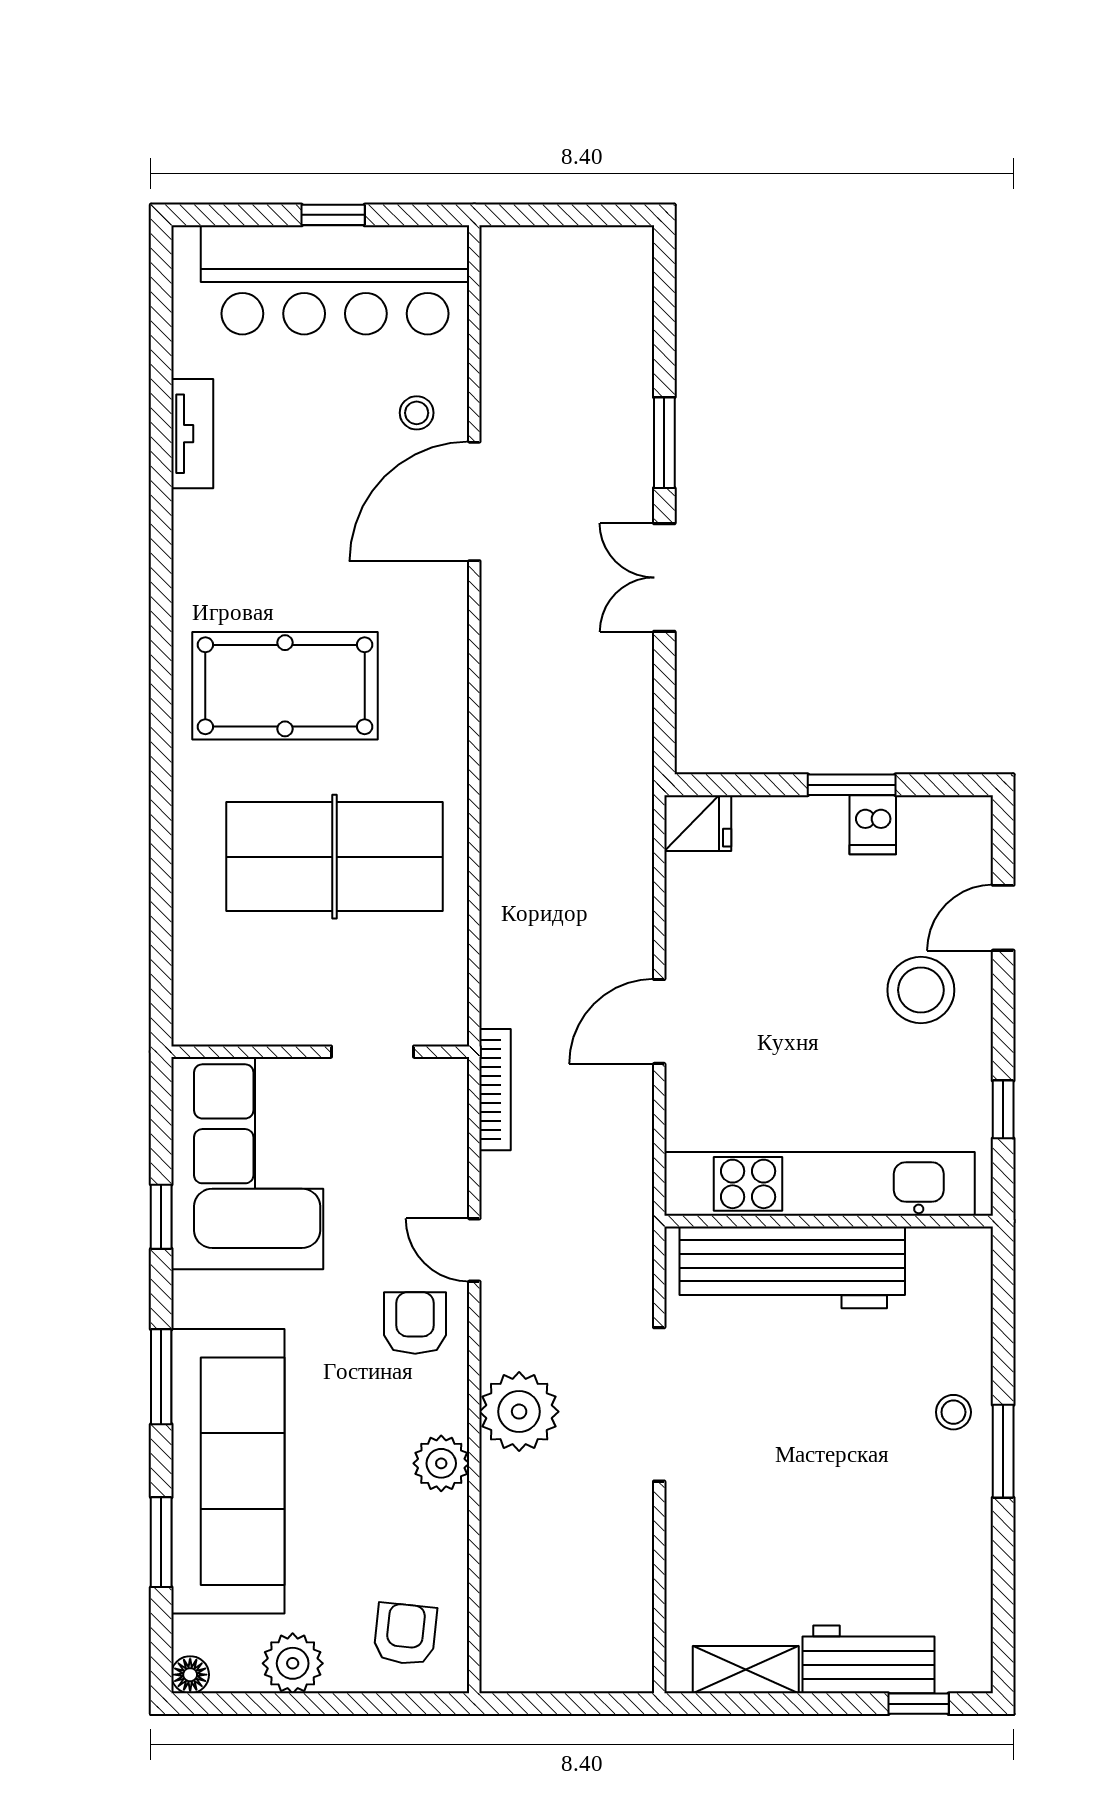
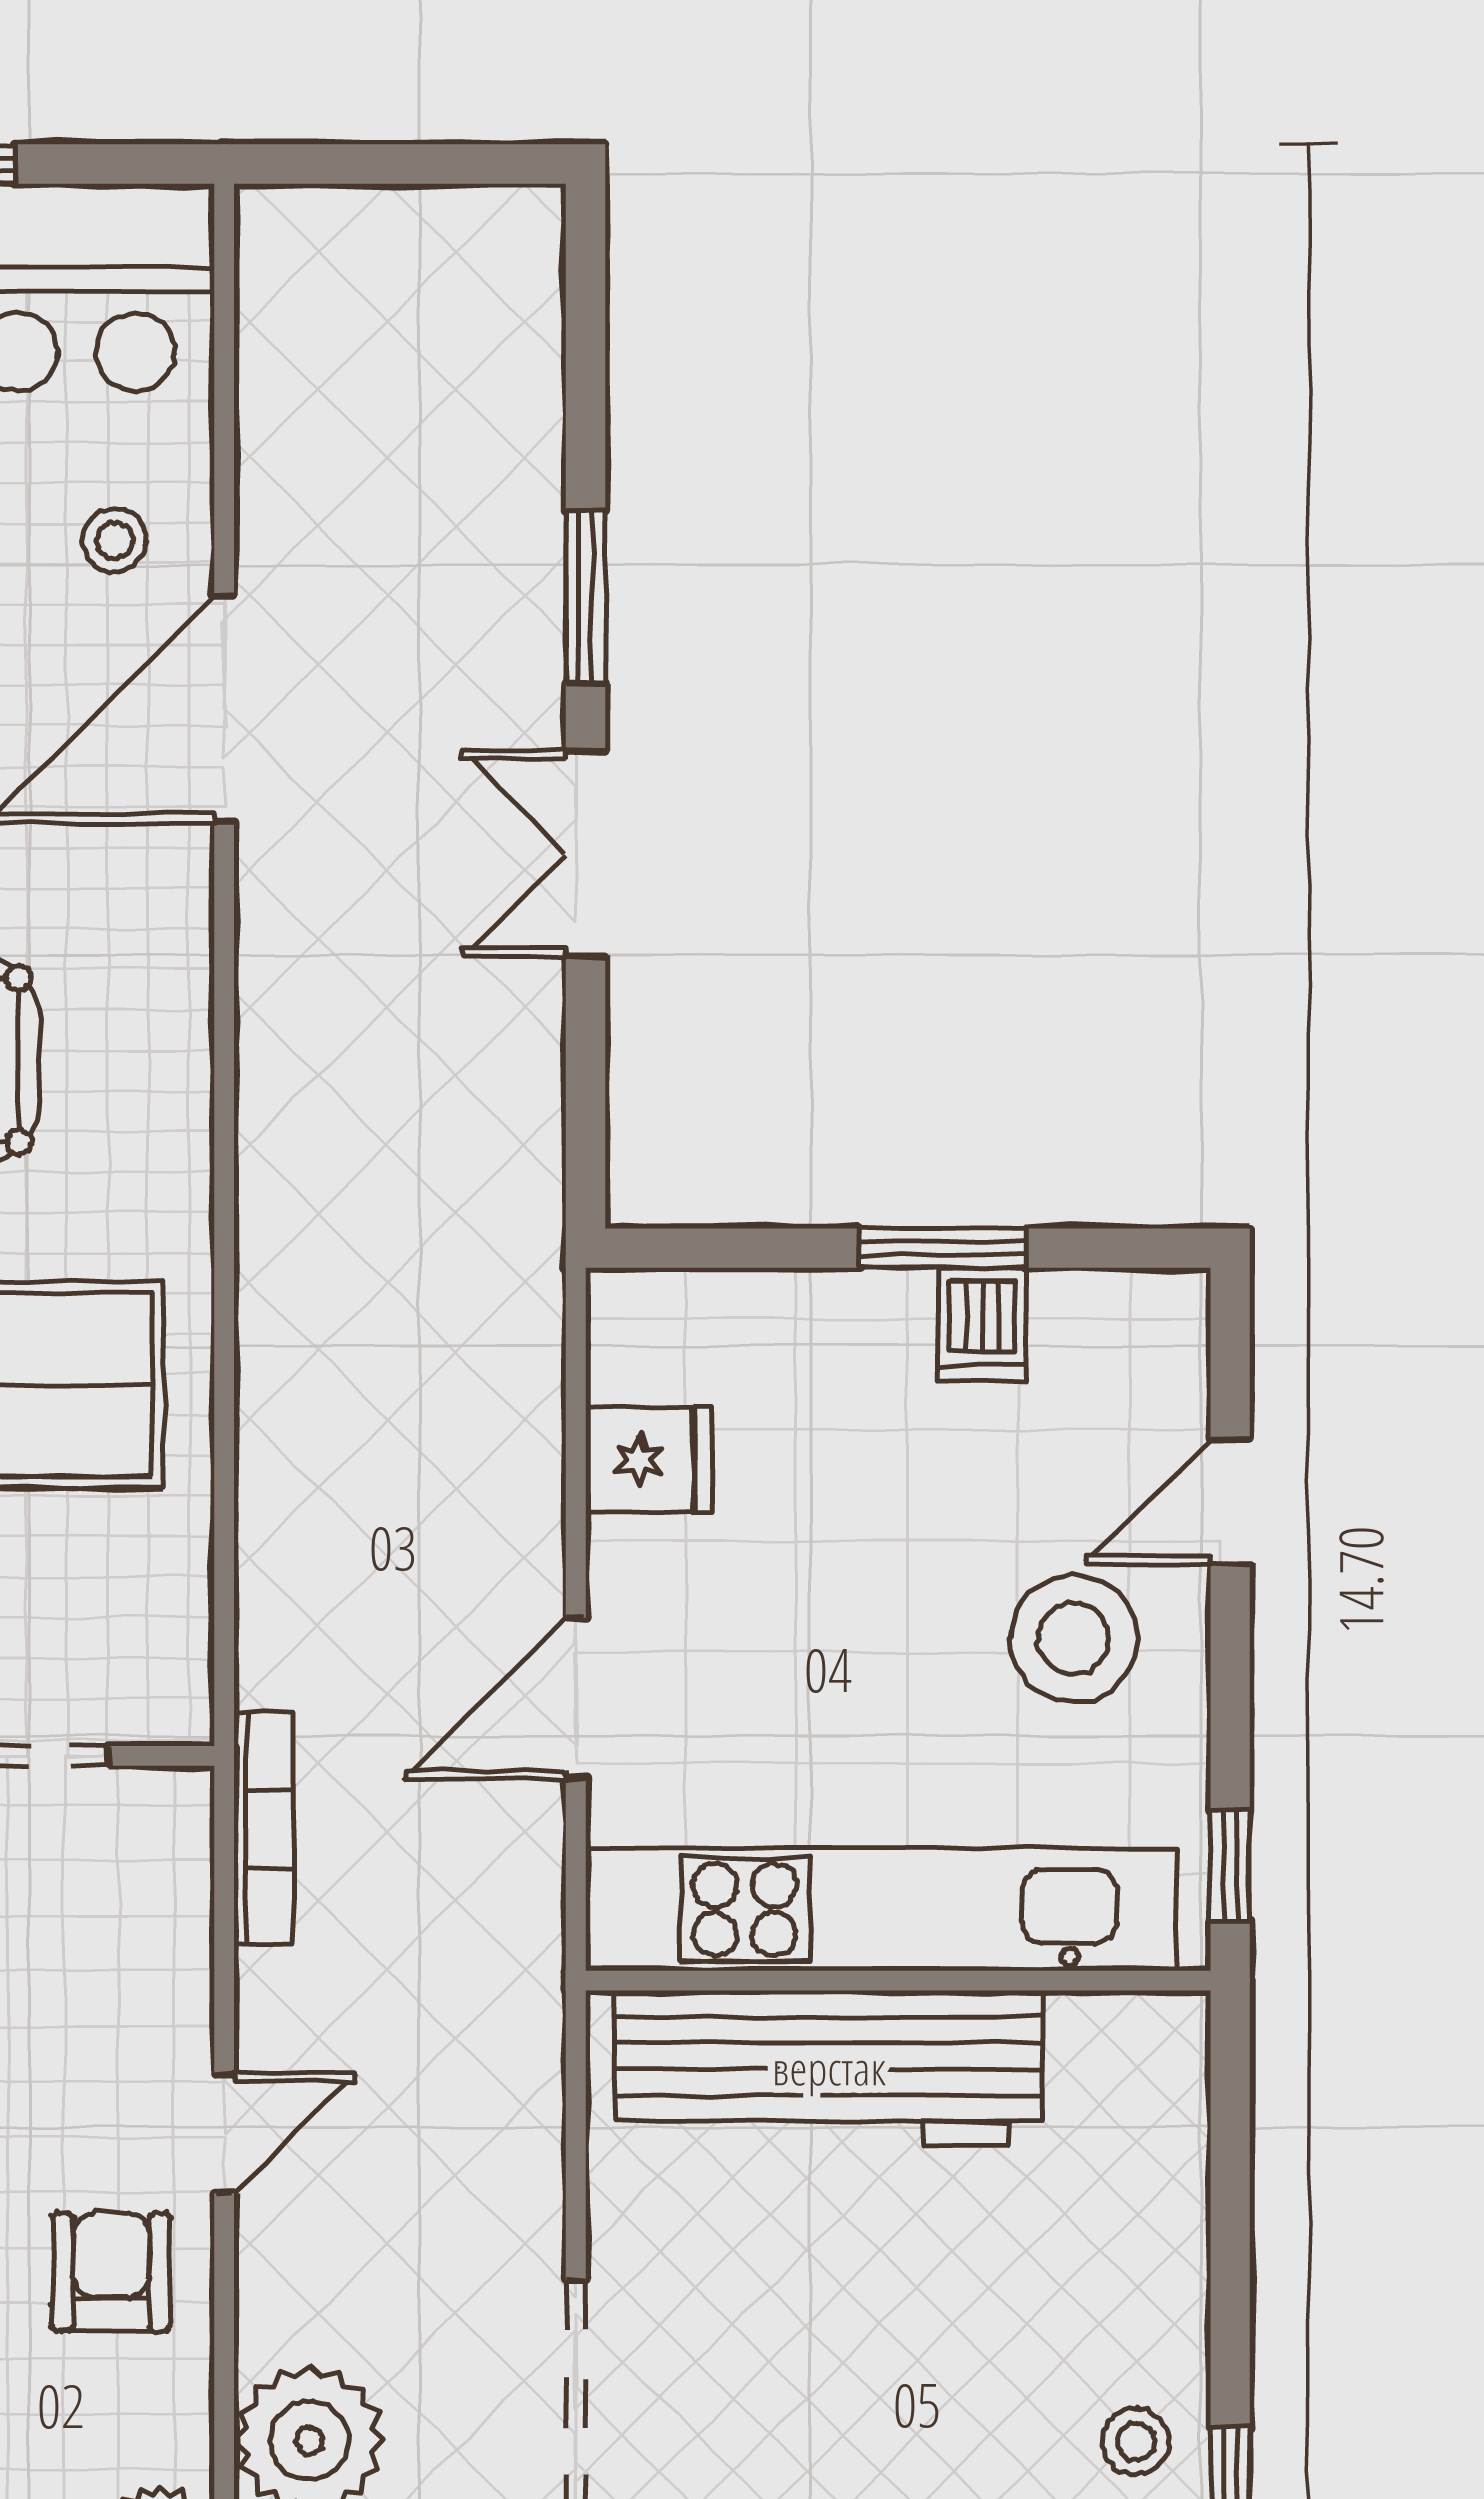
fridge: (698, 823) -> (649, 1460), moved
kitchen unit: (819, 1184) -> (881, 1910), moved
wall: (829, 1221) -> (898, 1981), moved
door: (474, 1250) -> (224, 2133), swing flipped
workbench: (792, 1267) -> (829, 2068), moved

